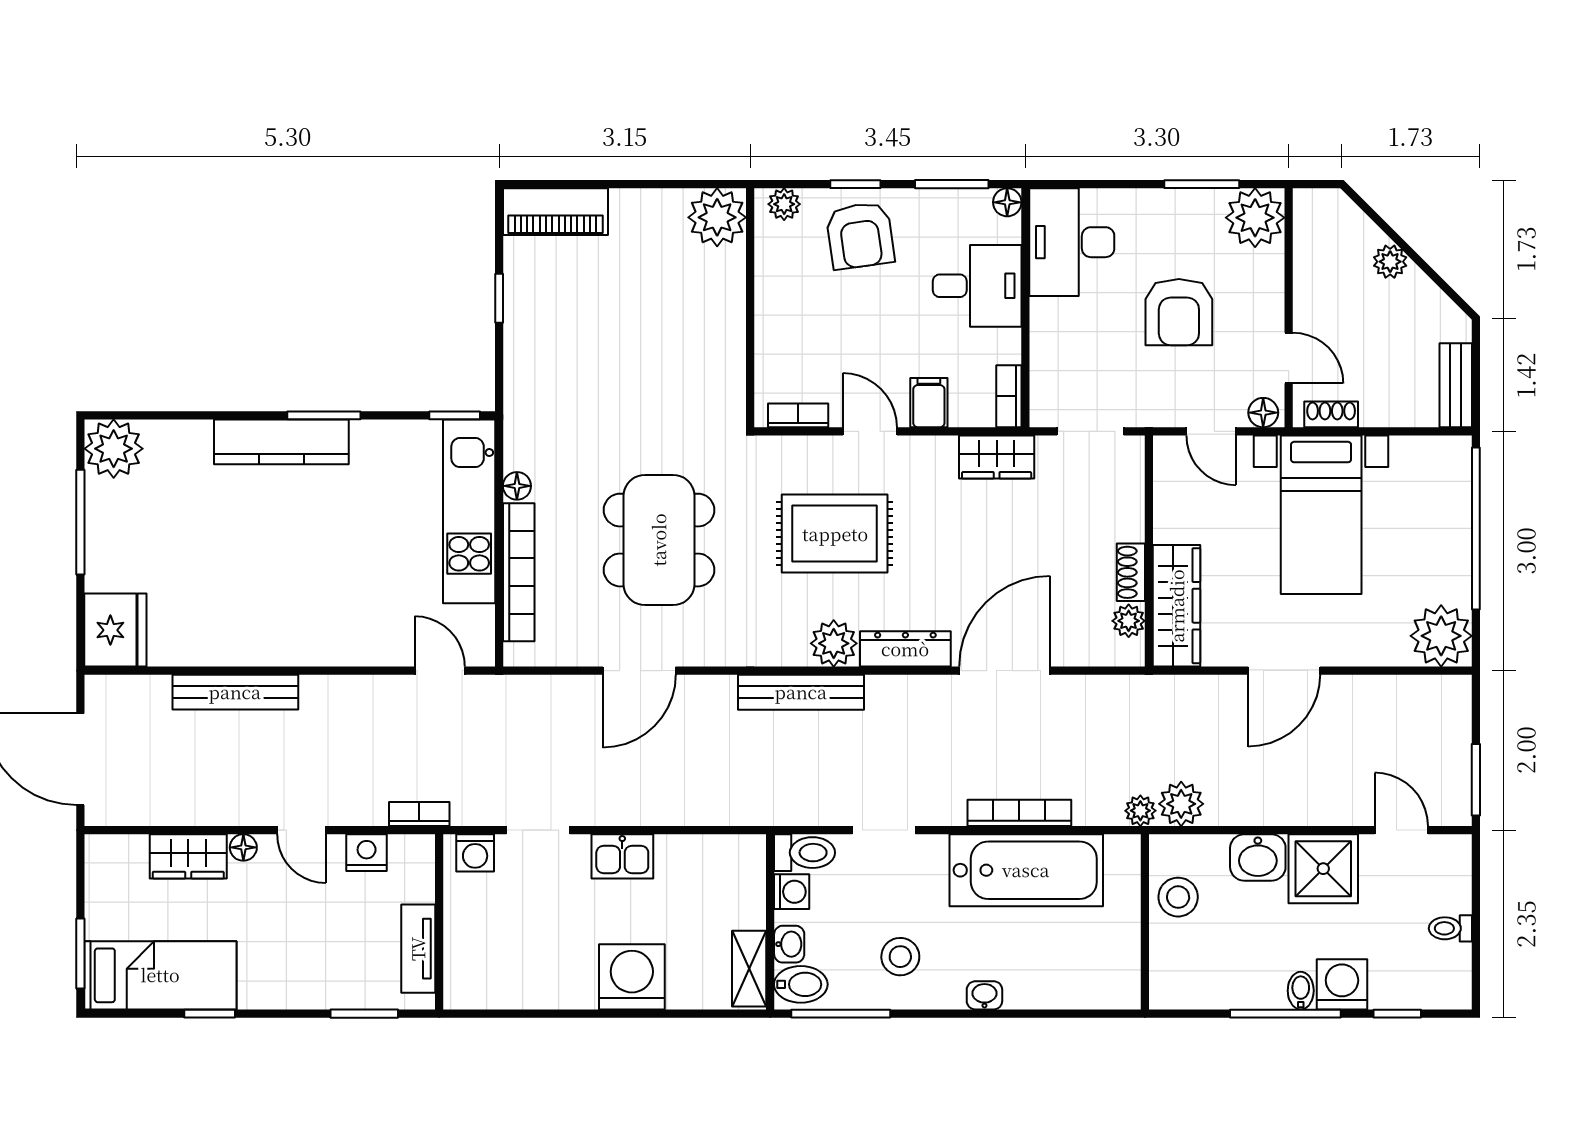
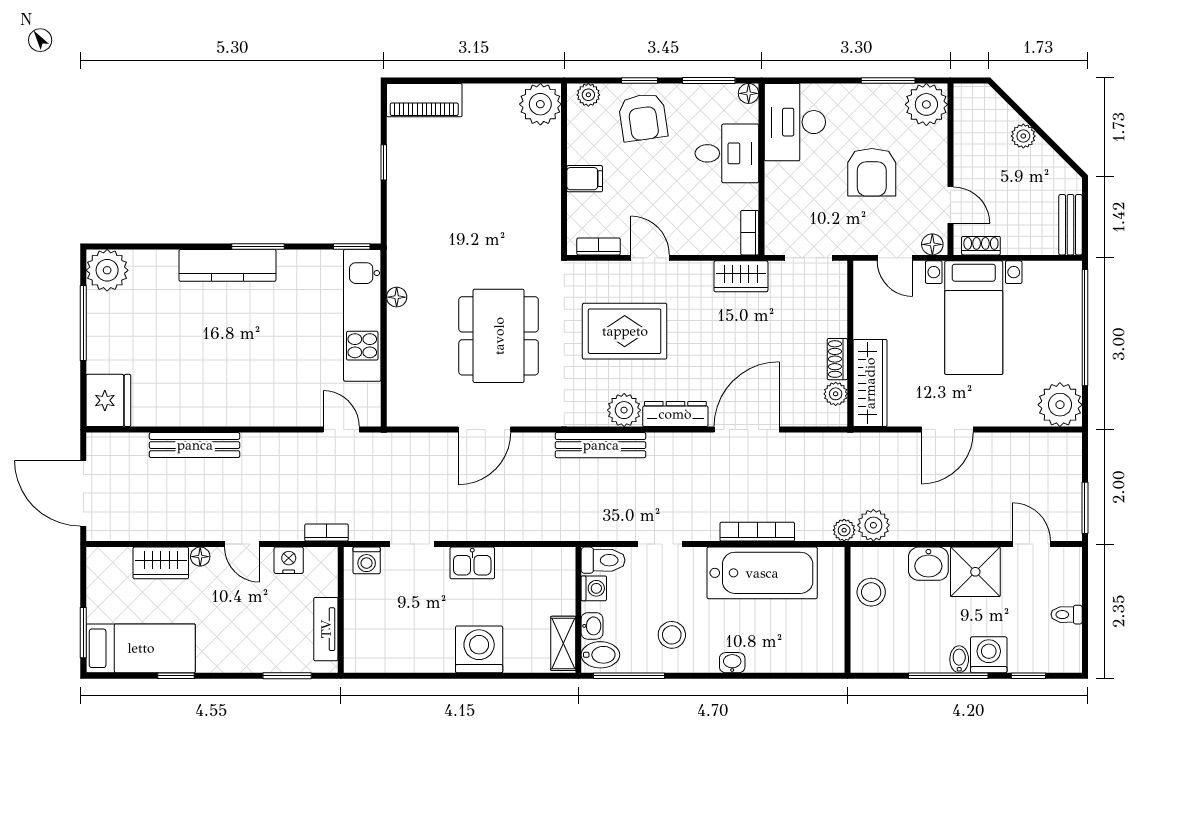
filing cabinet: (929, 403) -> (585, 179), moved, turned 90
bookcase: (519, 572) -> (398, 359), removed

